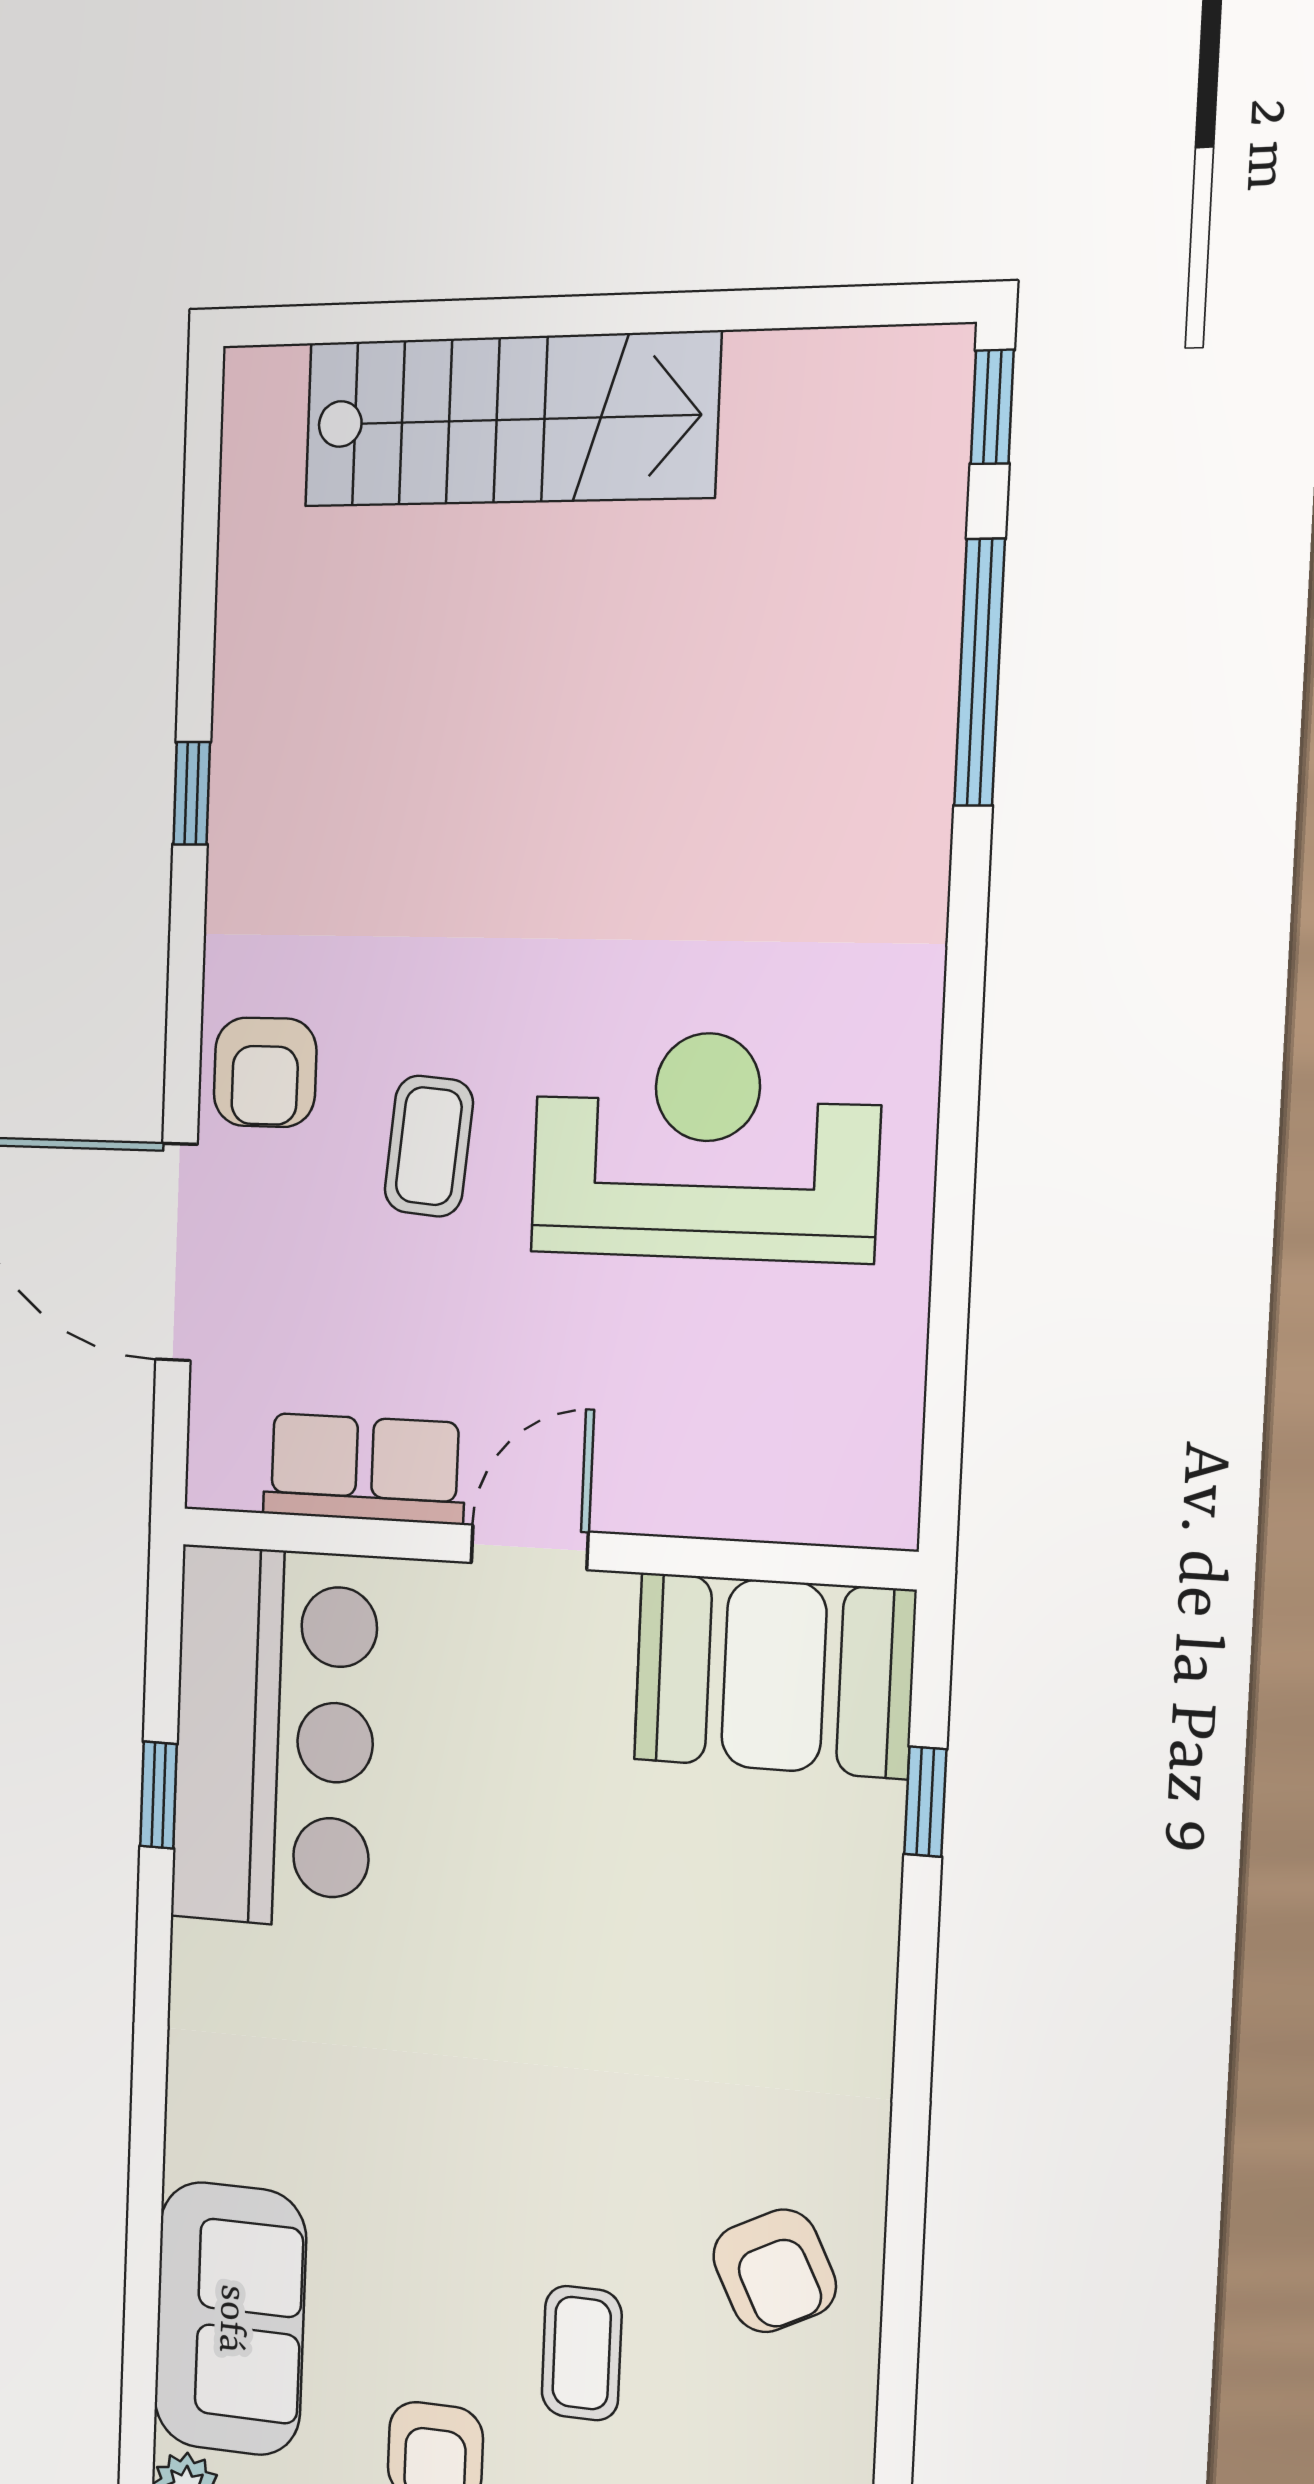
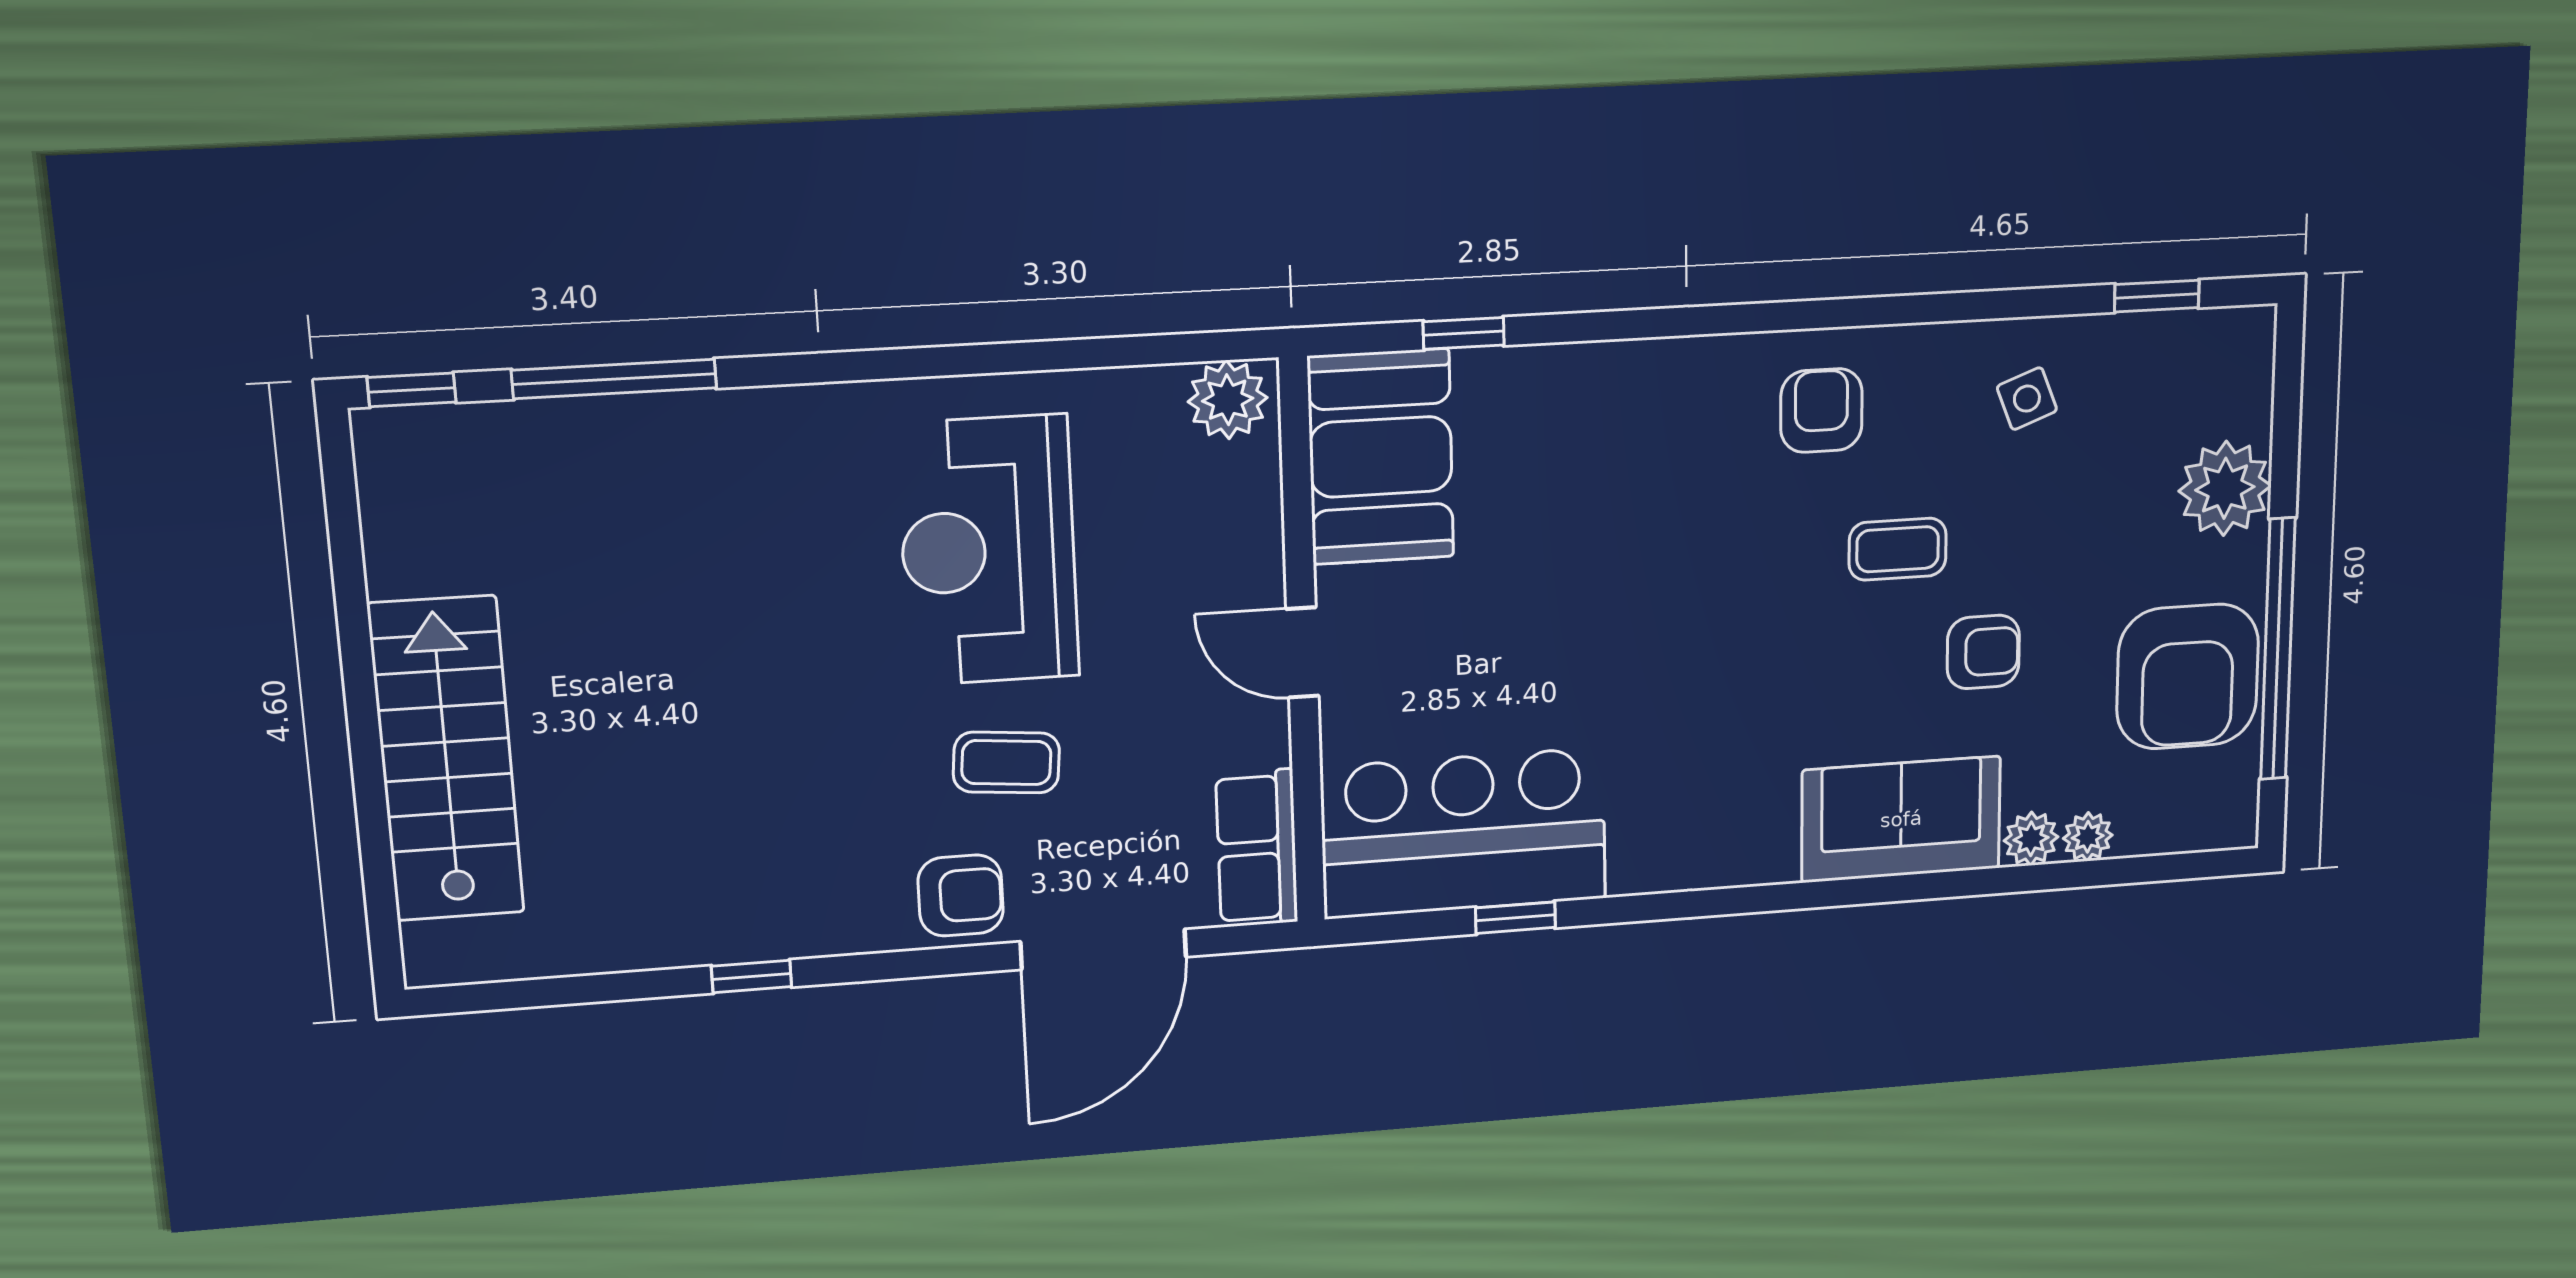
row of seats: (364, 1469) -> (1257, 848), moved
plant: (870, 1479) -> (1228, 400), added
armchair: (775, 2271) -> (1821, 411), turned -63

